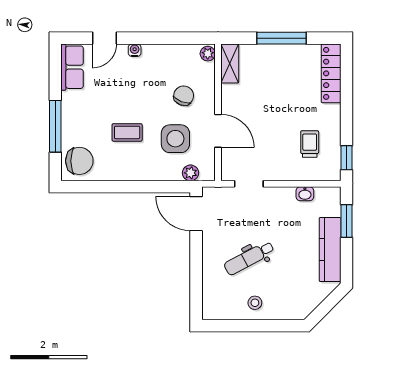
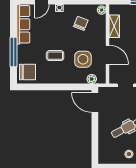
shelving: (230, 64) -> (114, 26), moved
row of seats: (72, 67) -> (23, 24), width x1.48
chair: (184, 96) -> (81, 23), moved

